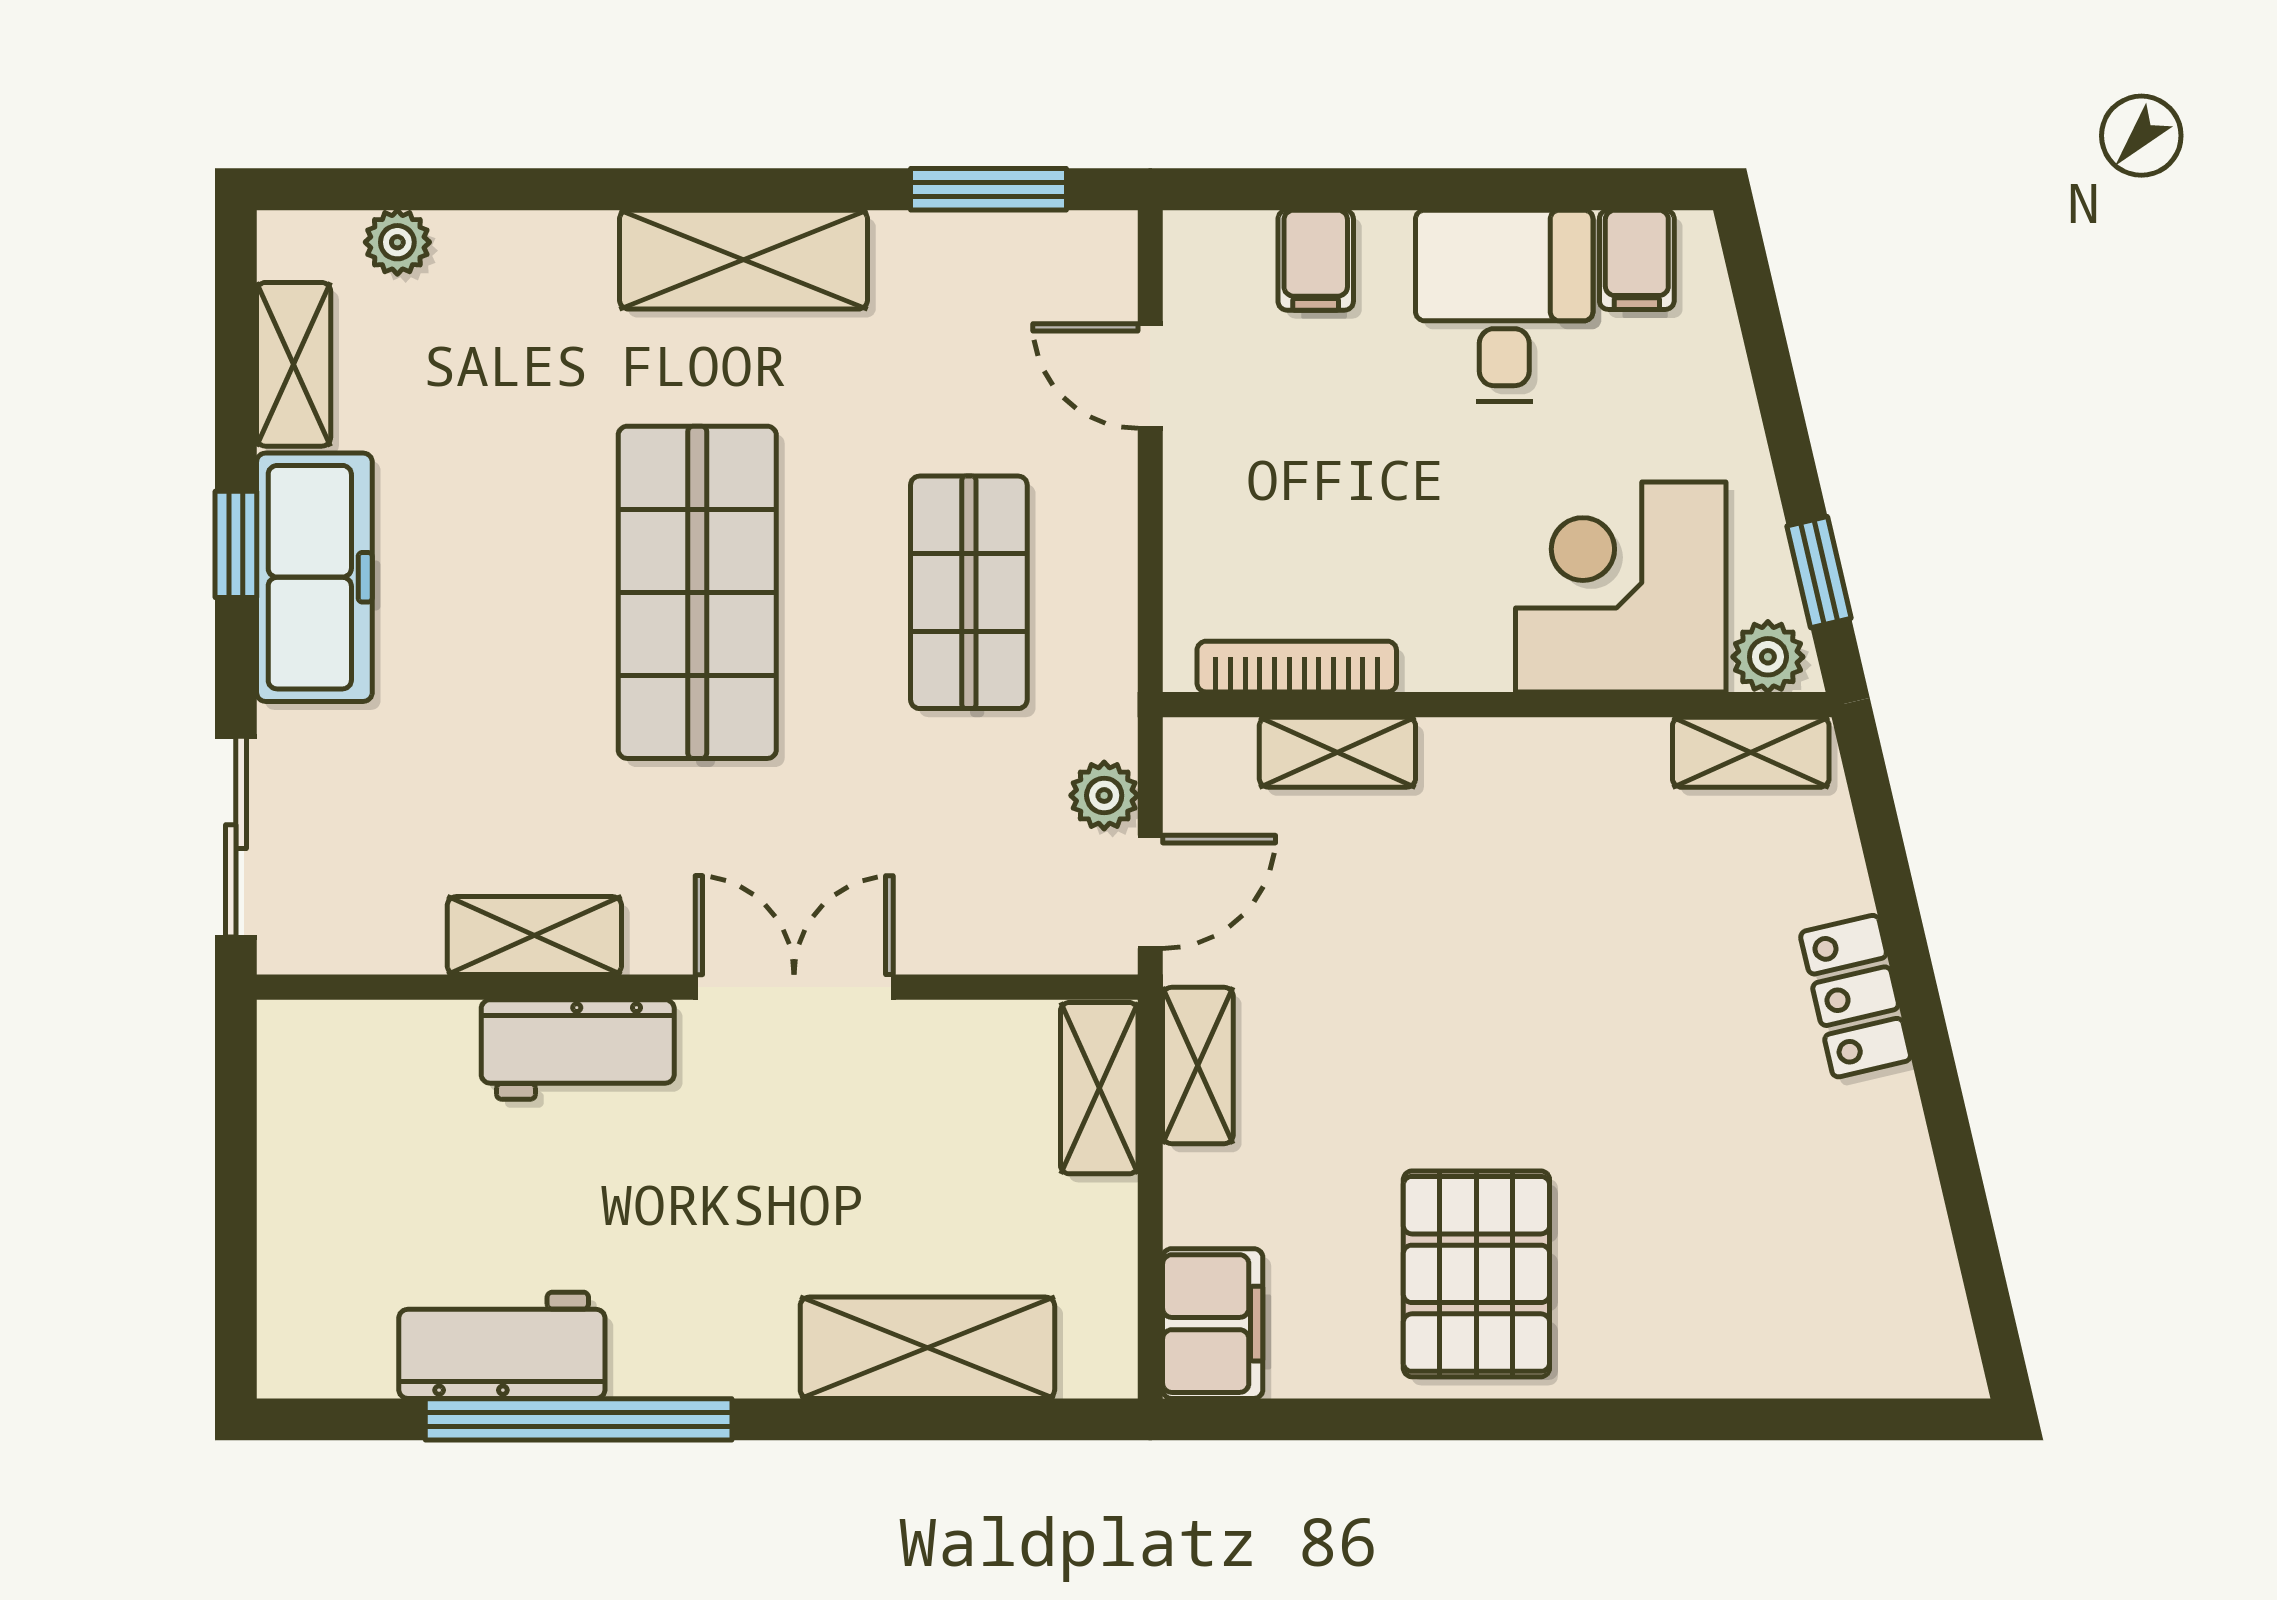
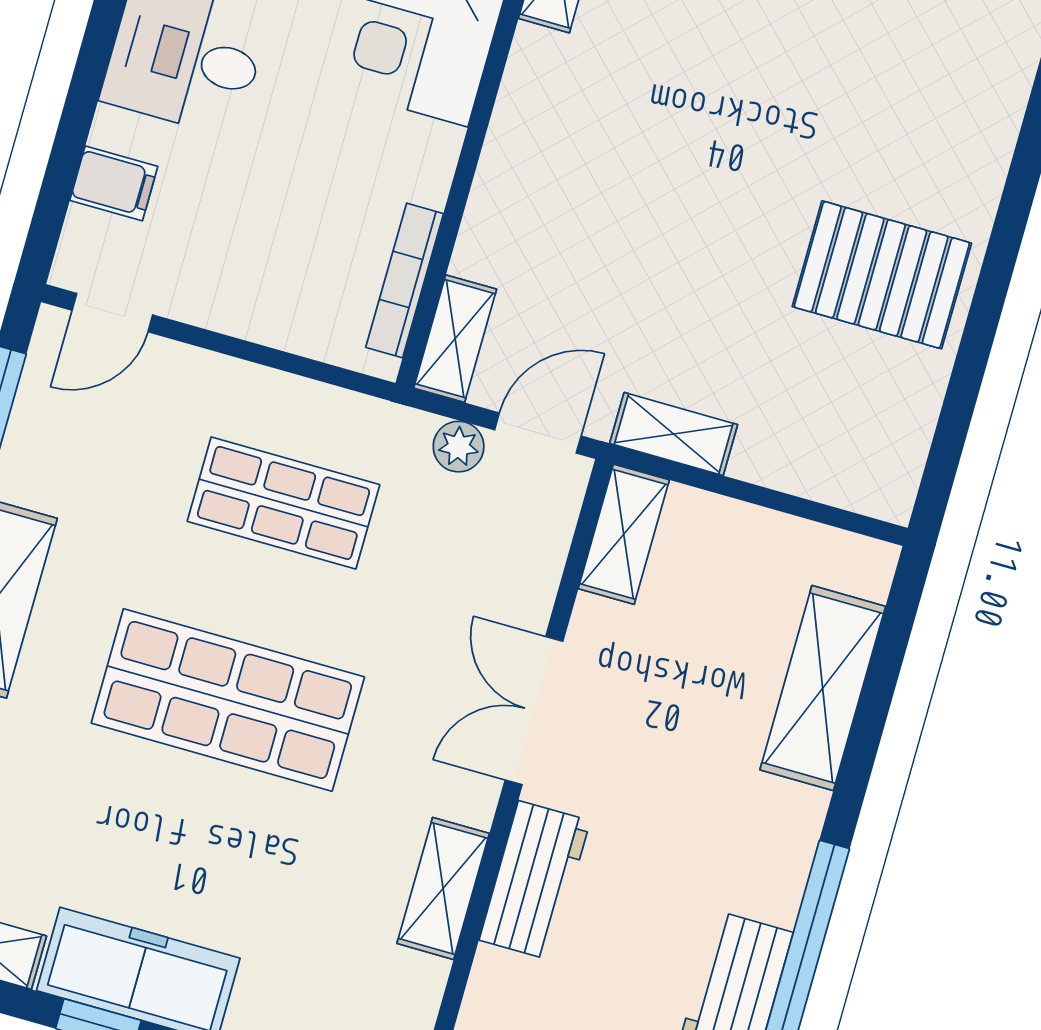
door: (1150, 376) -> (112, 313), moved
shelving: (1337, 752) -> (455, 339), moved
door: (1150, 892) -> (538, 433), hinge flipped
shelving: (1099, 1088) -> (624, 534), moved, turned 90
filing cabinet: (1213, 1324) -> (864, 476), removed

